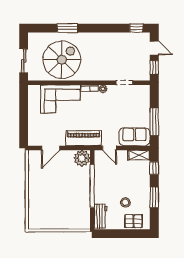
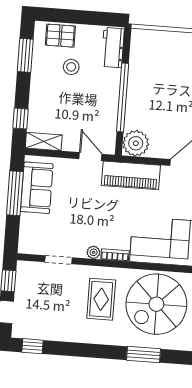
rug: (96, 60) -> (101, 299), added
sofa: (134, 137) -> (37, 188), moved, turned -90
window: (154, 197) -> (25, 55), moved

